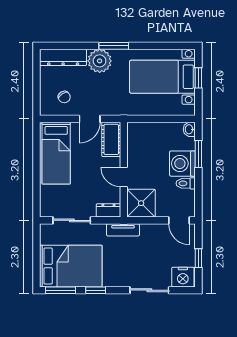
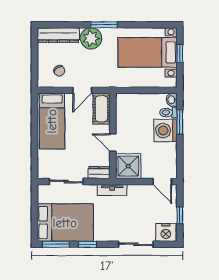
toilet: (186, 183) -> (168, 113), moved

